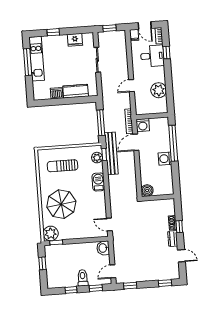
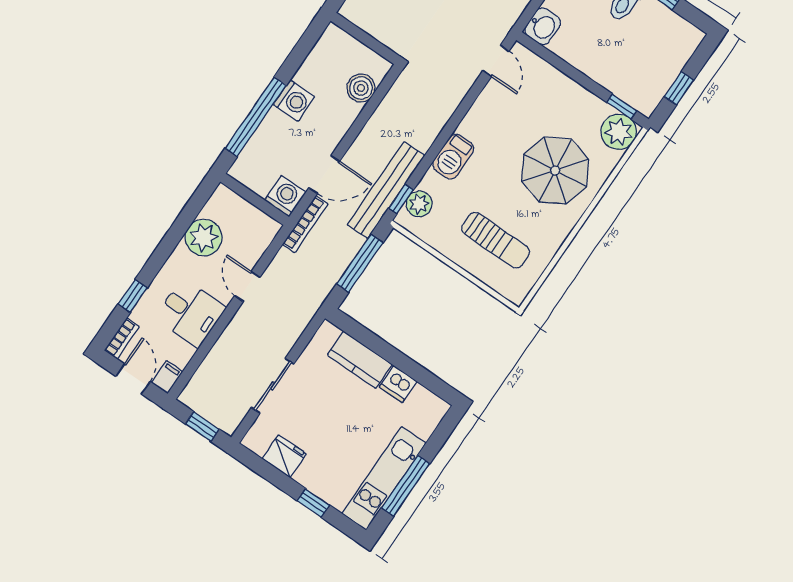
desk: (152, 56) -> (190, 313), moved, turned 180
door: (132, 86) -> (247, 286), swing flipped
boiler: (147, 190) -> (361, 88), moved

